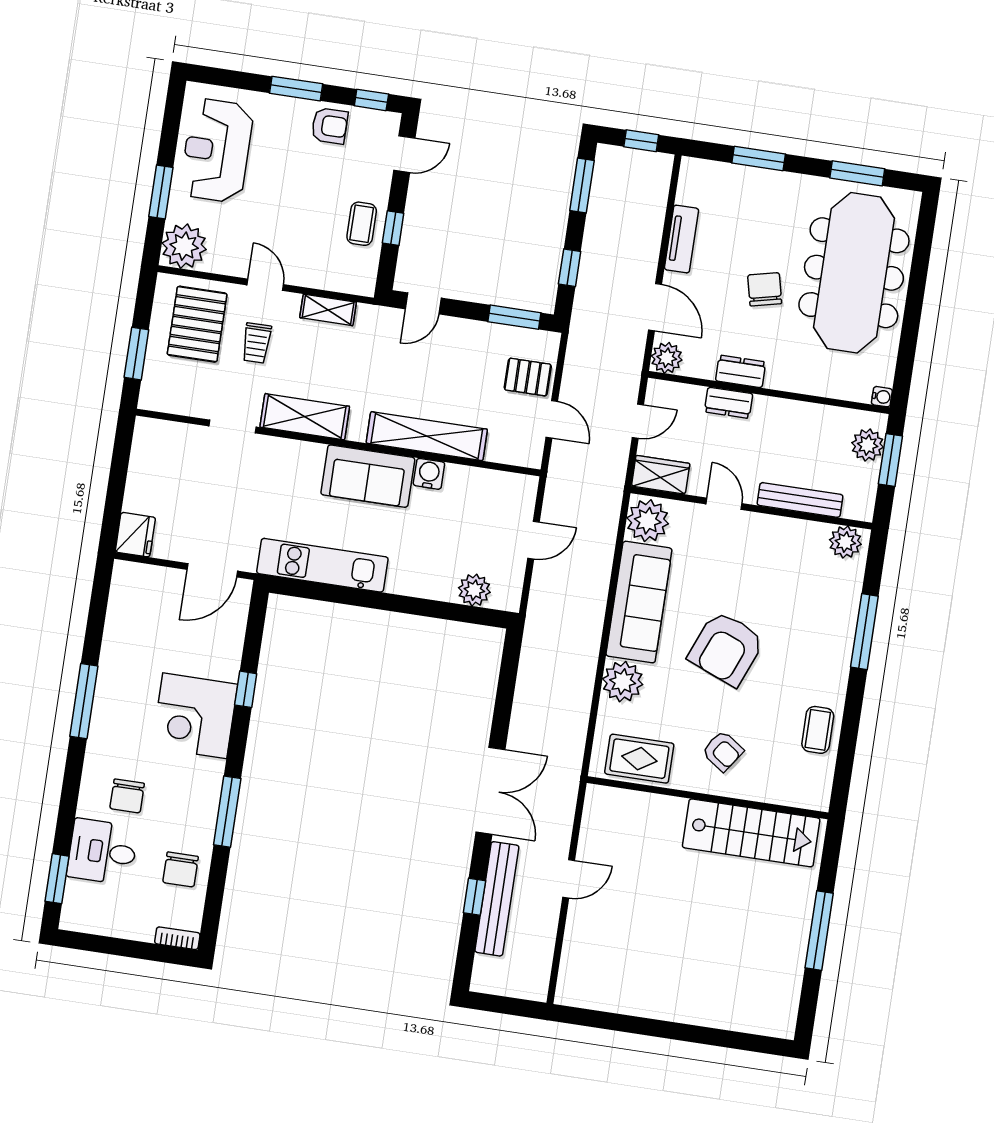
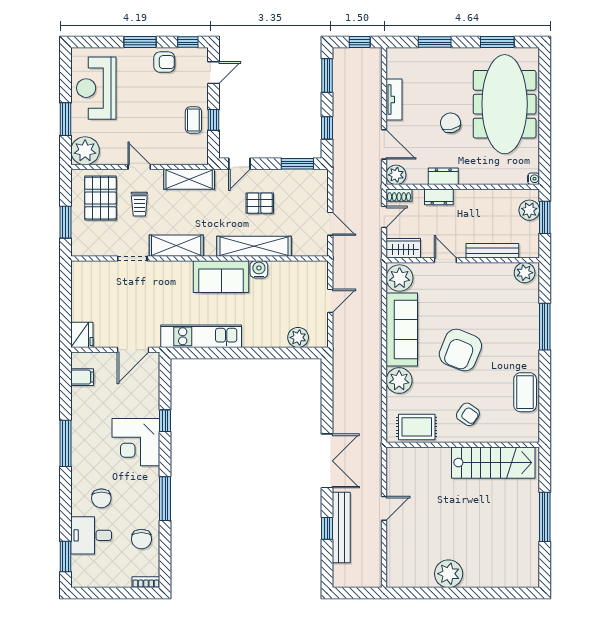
shelving: (328, 310) -> (189, 179), width x1.50, depth x1.33
pallet: (528, 377) -> (260, 203), moved
shoe rack: (667, 391) -> (399, 195), added
filing cabinet: (126, 601) -> (82, 377), added
coffee table: (818, 730) -> (525, 392), width x1.36, depth x1.30
plant: (654, 997) -> (449, 574), added

